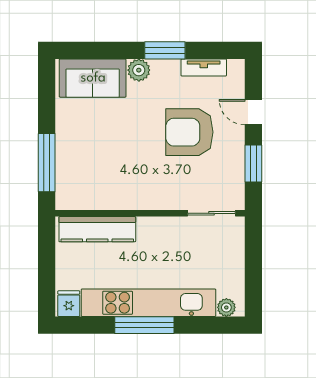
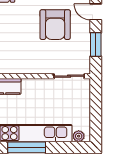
armchair: (189, 132) -> (55, 25), turned -90

